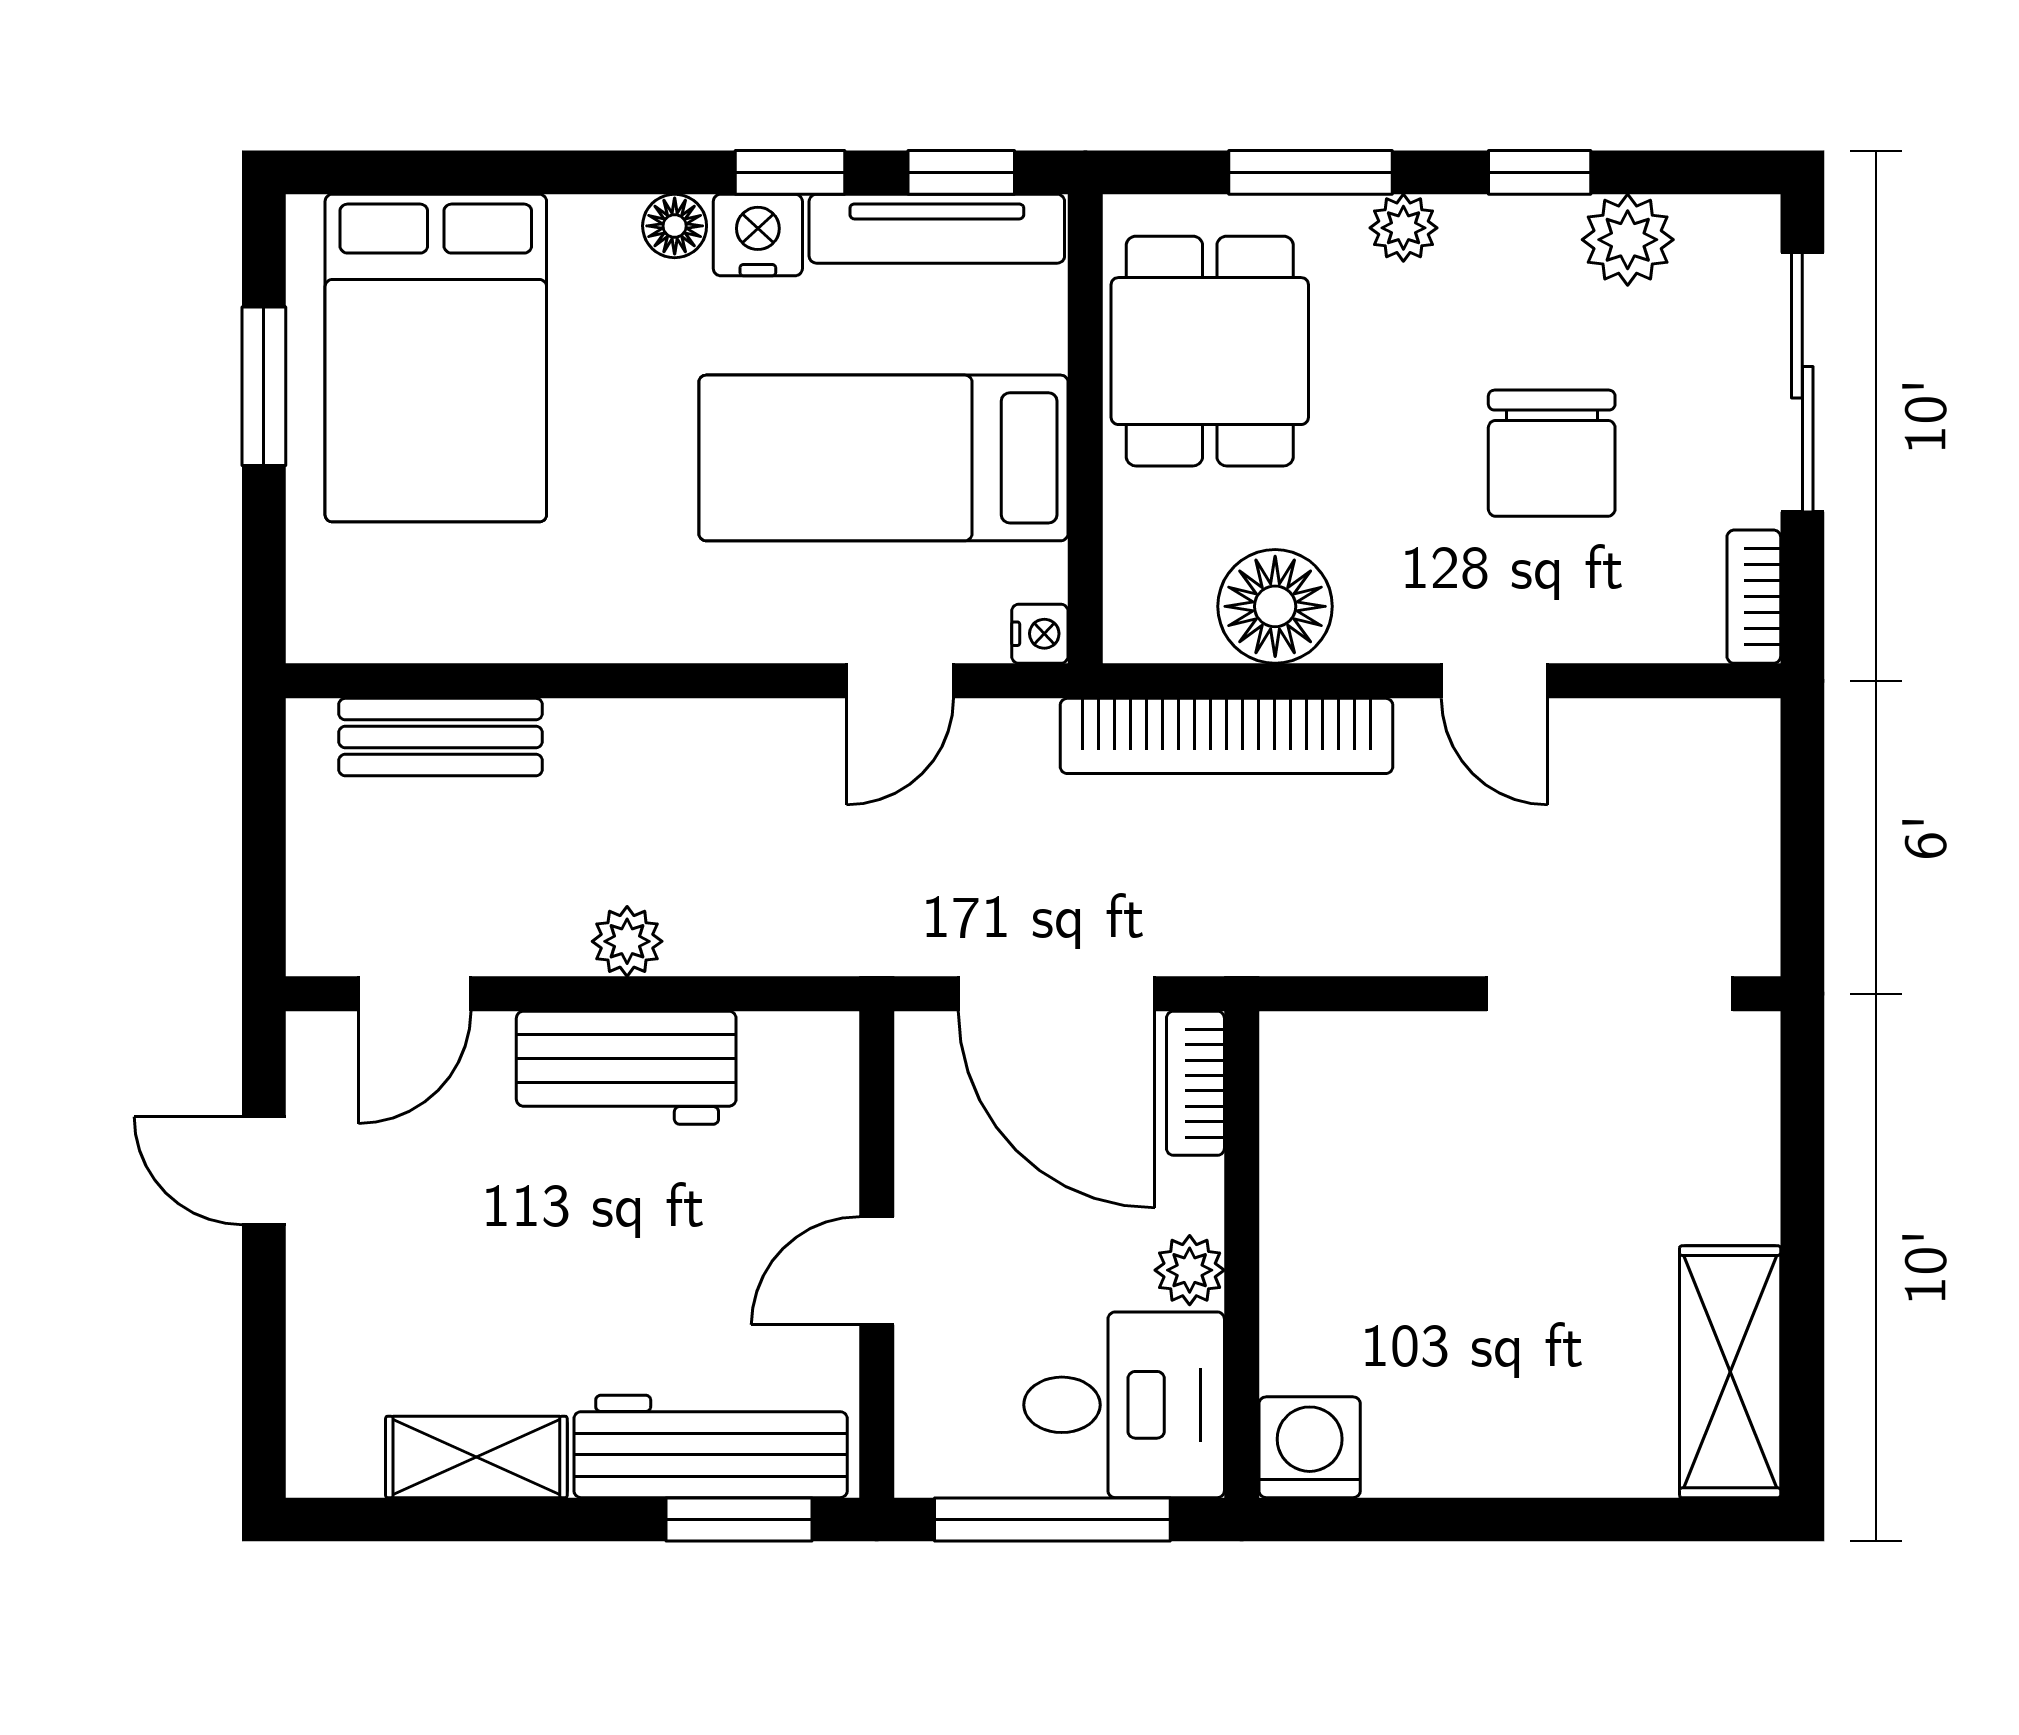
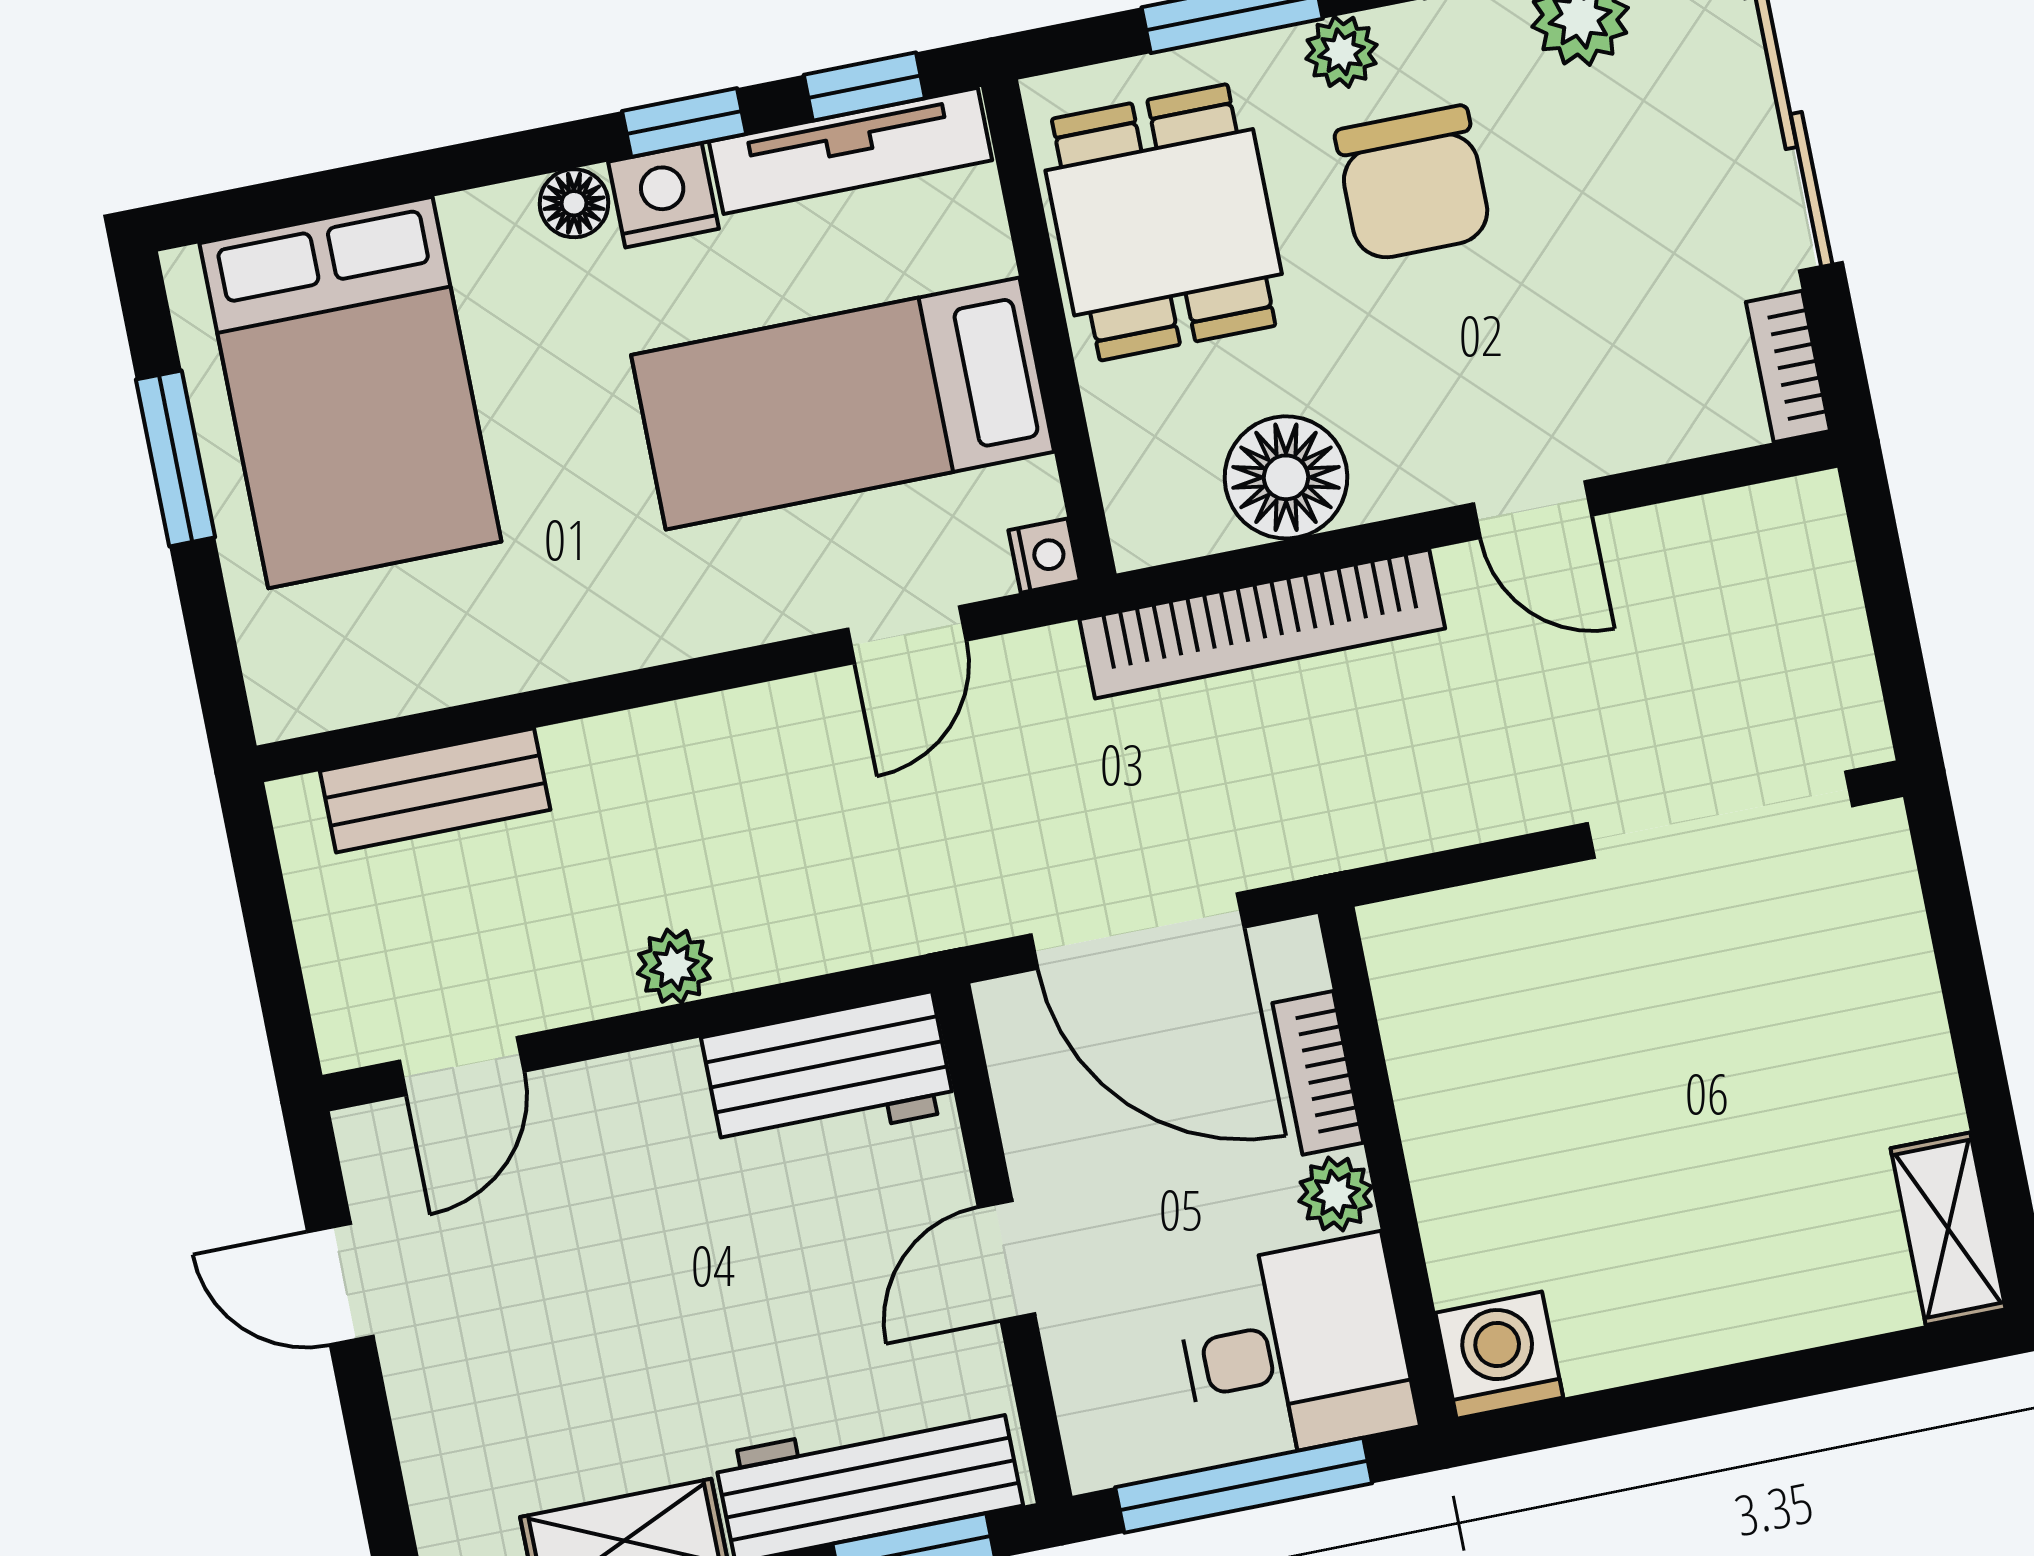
chair: (1552, 453) -> (1413, 184), moved
workbench: (626, 1068) -> (828, 1074), moved
bookcase: (1195, 1083) -> (1318, 1073), moved
shelving: (1730, 1372) -> (1948, 1229), width x0.67, depth x0.75

